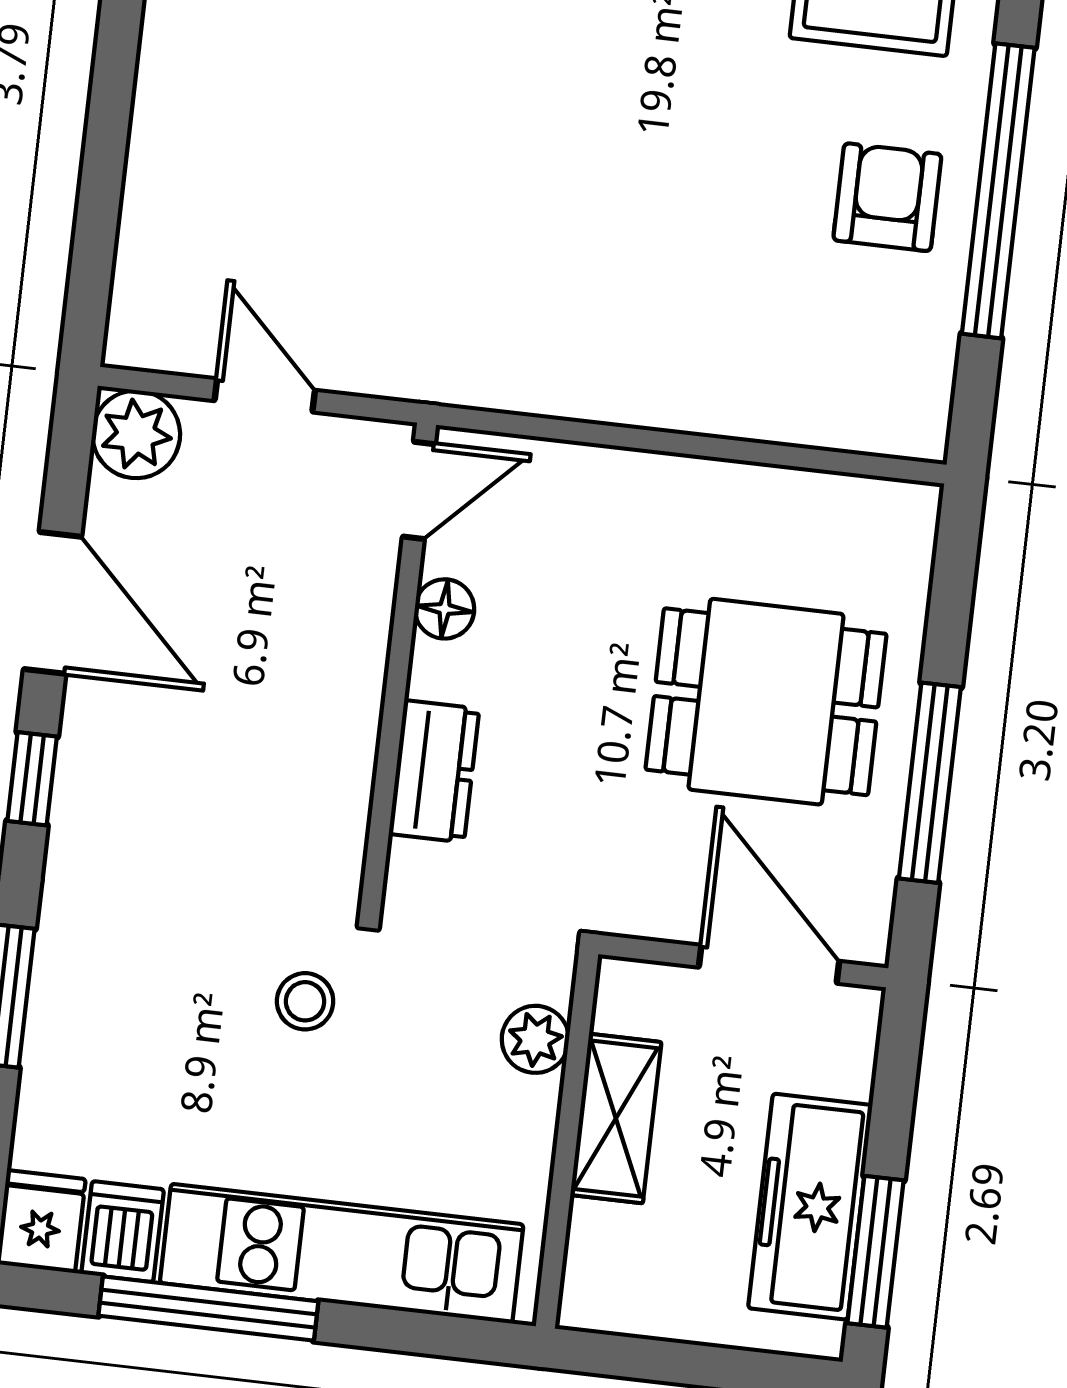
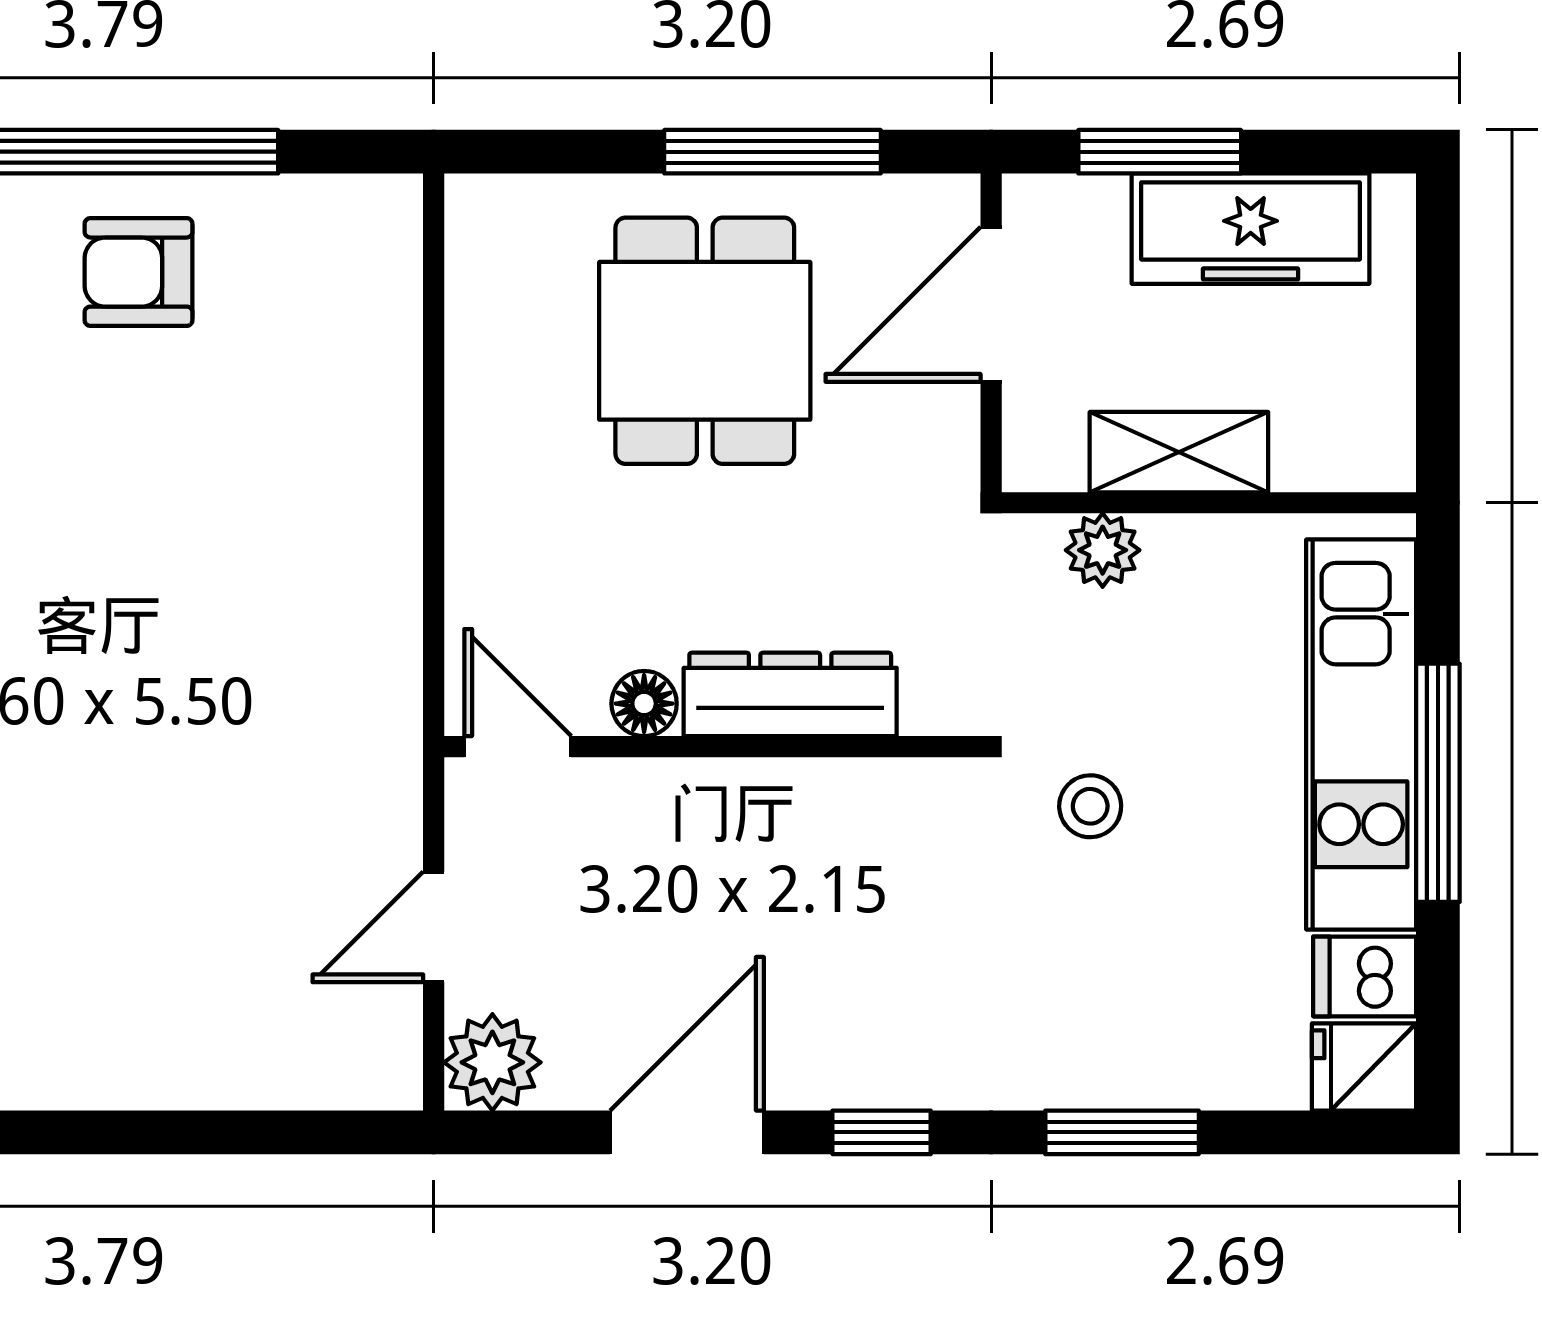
dresser: (434, 771) -> (790, 694), width x1.44
window: (876, 1252) -> (1160, 152), moved
window: (208, 1309) -> (1438, 783), moved

